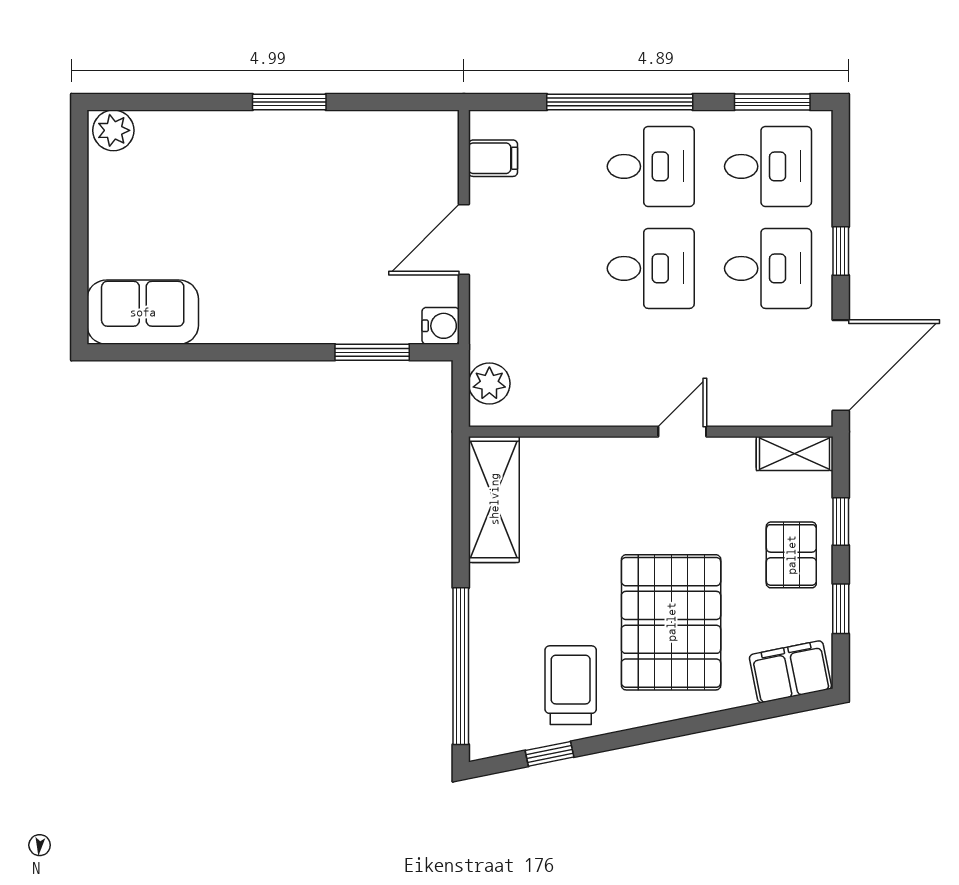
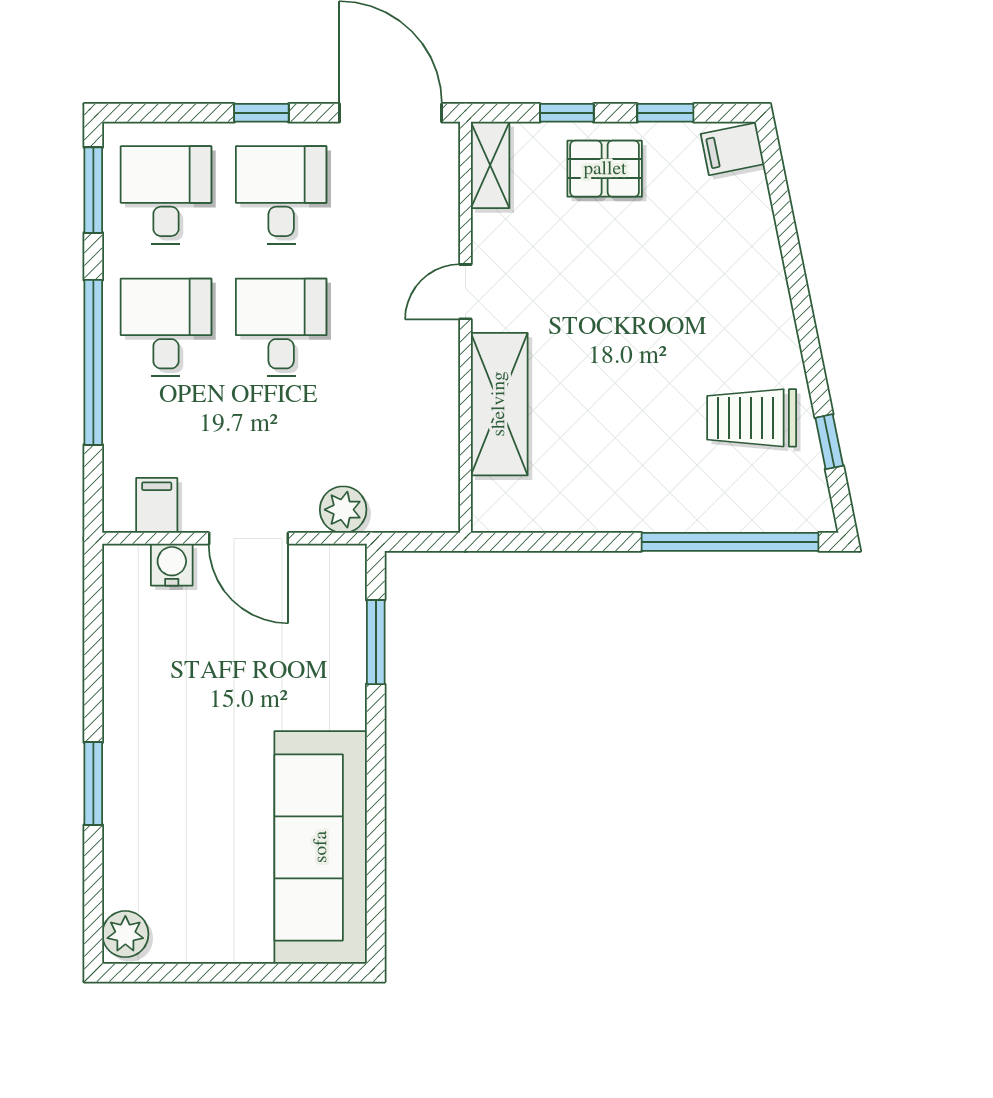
window: (289, 102) -> (93, 784), moved
sofa: (143, 312) -> (321, 847), width x1.85, depth x1.27
water cooler: (441, 326) -> (172, 565), moved
plant: (489, 383) -> (343, 510), moved
door: (682, 432) -> (465, 292), hinge flipped
shelving: (494, 499) -> (499, 404), moved, turned 90
pallet: (671, 622) -> (681, 304), removed
filing cabinet: (790, 672) -> (732, 149), width x0.50

